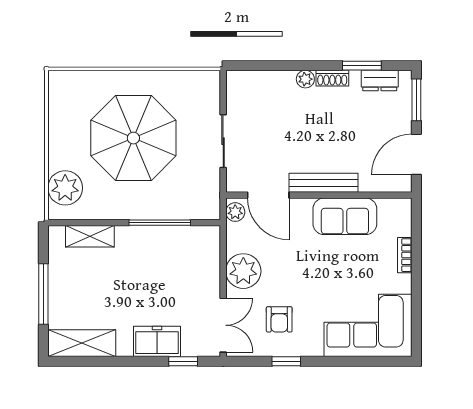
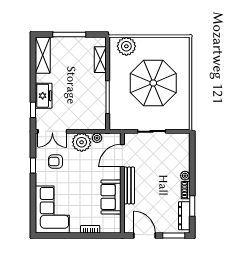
dresser: (380, 81) -> (184, 216), width x1.44
plant: (235, 212) -> (97, 138), moved

